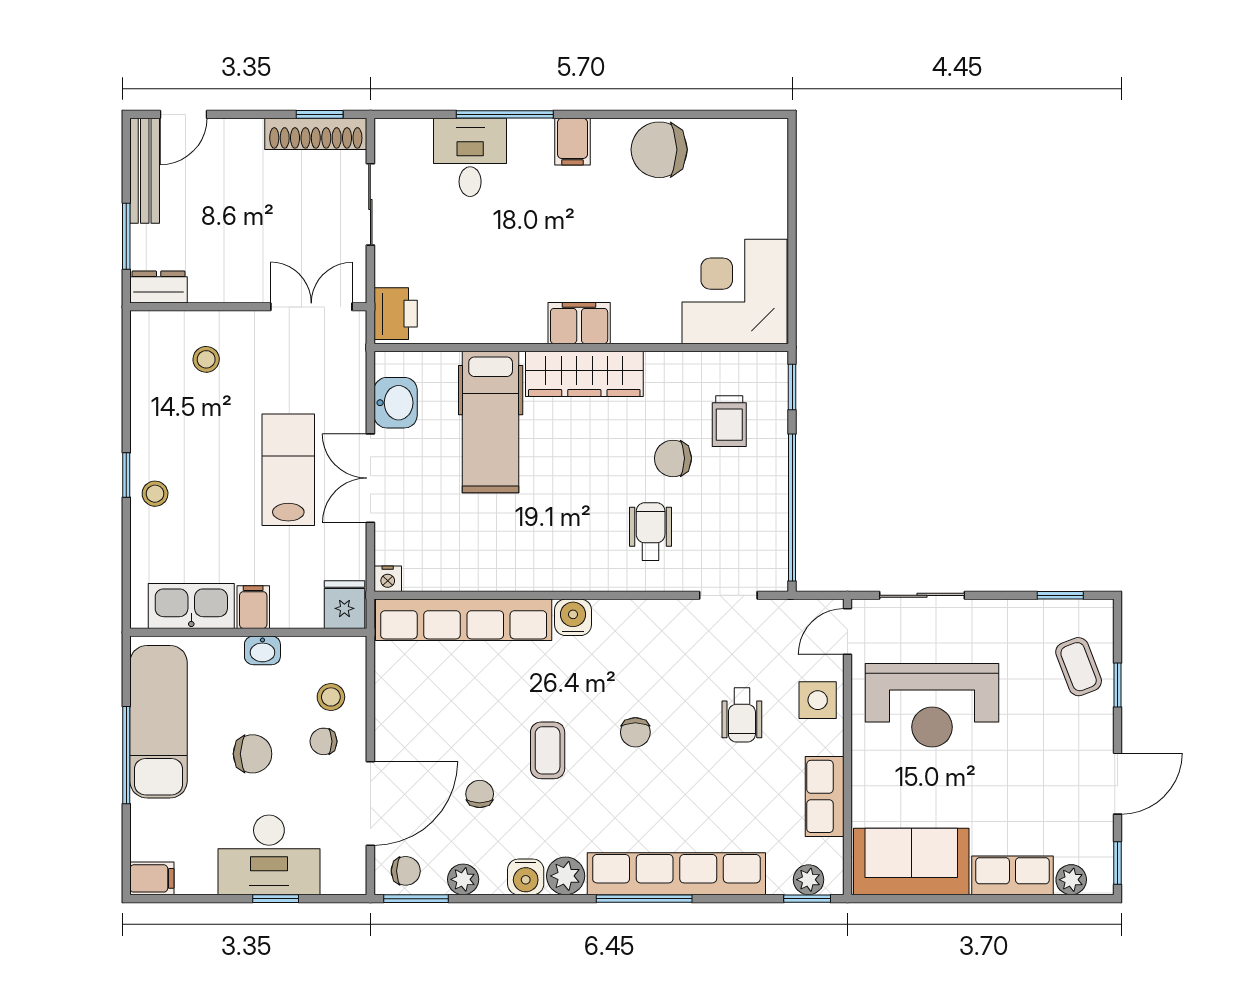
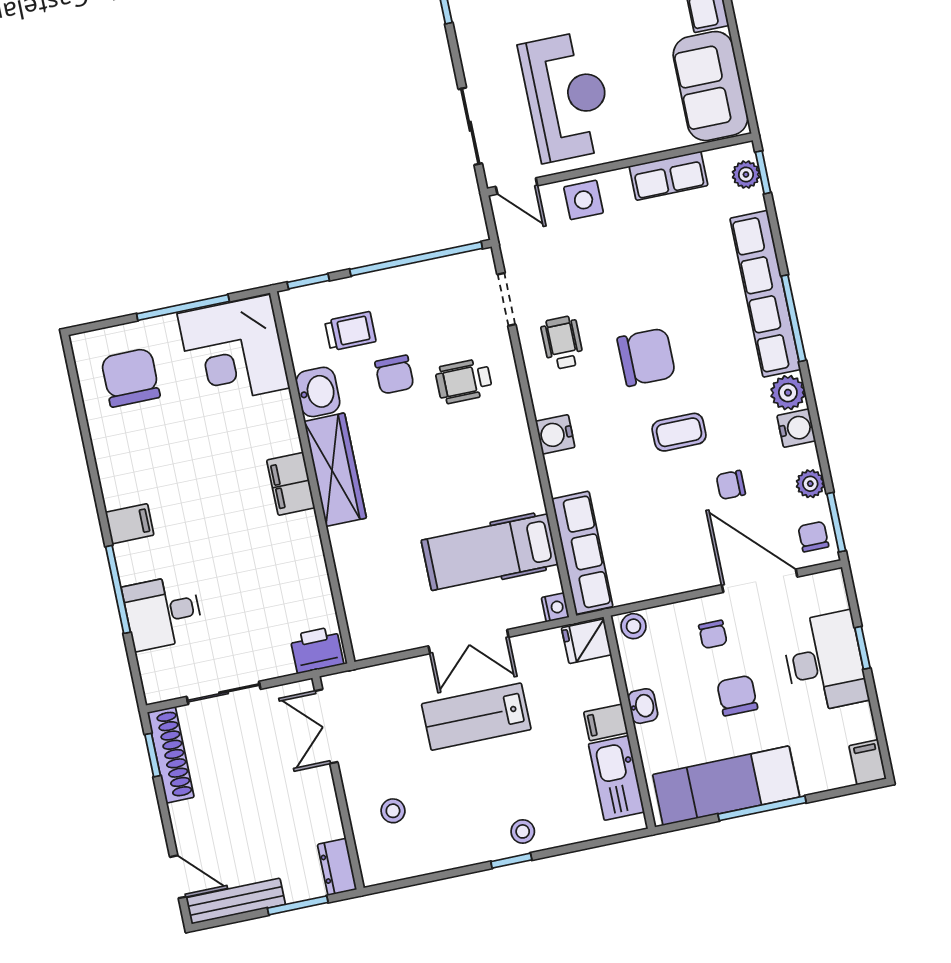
chair: (659, 150) -> (130, 378), moved, turned 180
window: (792, 247) -> (183, 308), added
washbasin: (396, 403) -> (318, 392), moved, turned 90
hospital bed: (491, 422) -> (490, 552), moved, turned 180
row of seats: (464, 620) -> (582, 553), width x0.73
stool: (331, 697) -> (633, 626), moved
wheelchair: (742, 715) -> (562, 343), moved, turned -90
chair: (635, 732) -> (646, 357), width x1.87, depth x1.87

